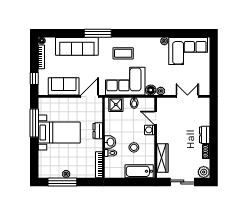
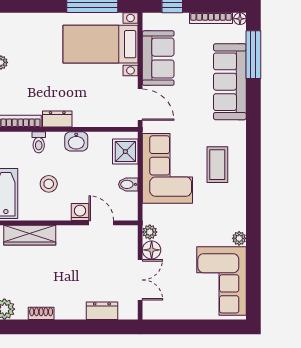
window: (98, 33) -> (253, 55), moved
floor lamp: (151, 90) -> (152, 250), moved
door: (156, 118) -> (101, 223), hinge flipped
dresser: (98, 131) -> (57, 119), moved
bed with nightstands: (59, 133) -> (101, 44), moved, turned 90
dresser: (205, 135) -> (102, 311), moved
washbasin: (110, 142) -> (76, 141), moved

